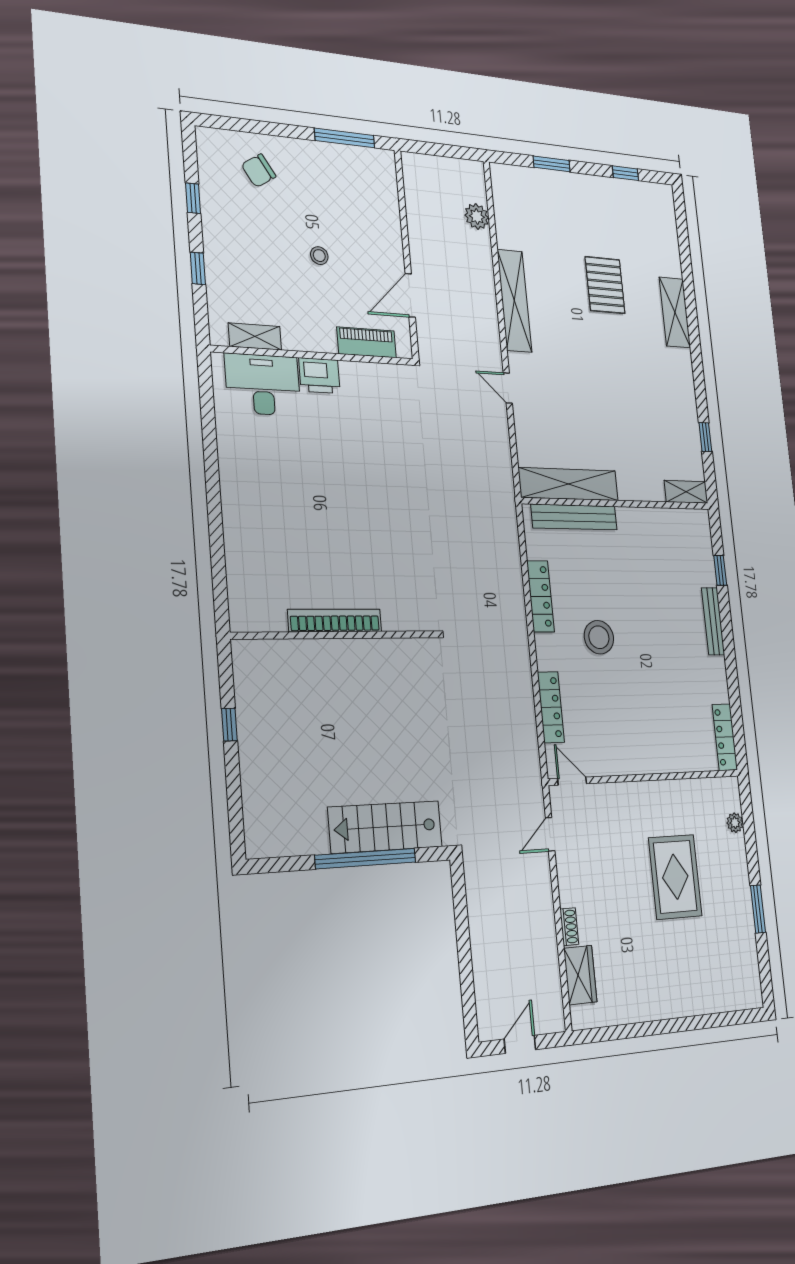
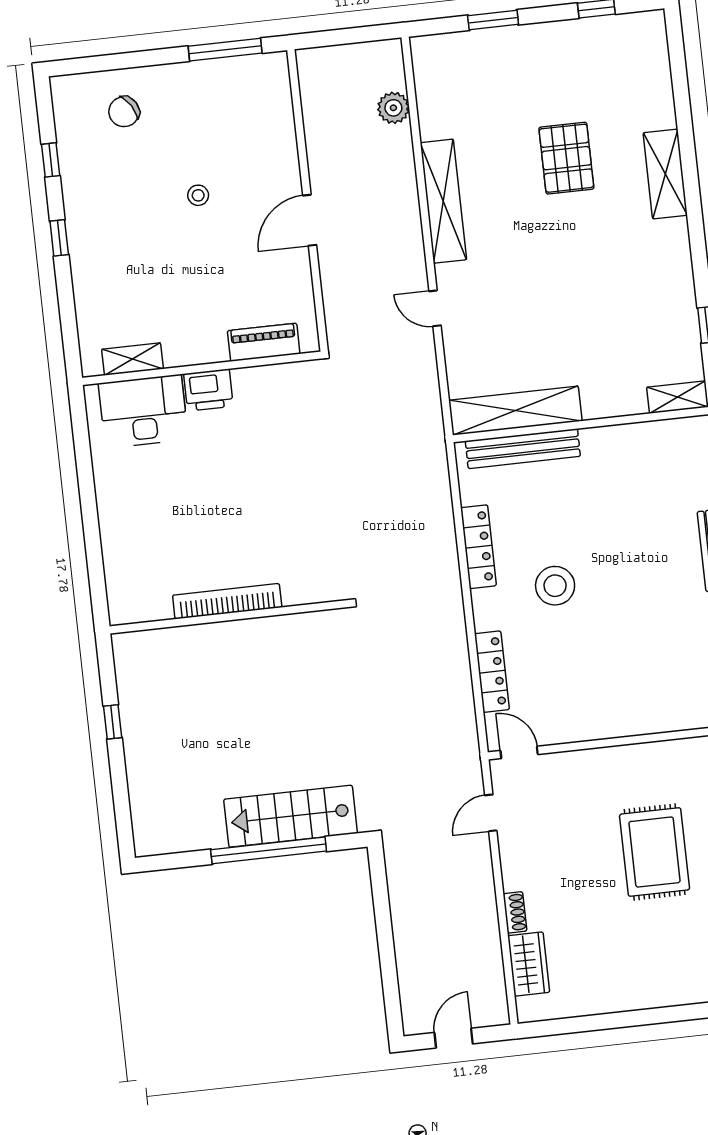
shelving: (255, 336) -> (133, 359), moved
piano: (367, 342) -> (264, 342), moved
wall: (314, 355) -> (202, 368), moved
printer: (319, 376) -> (208, 390), moved
desk: (263, 385) -> (143, 411), moved

